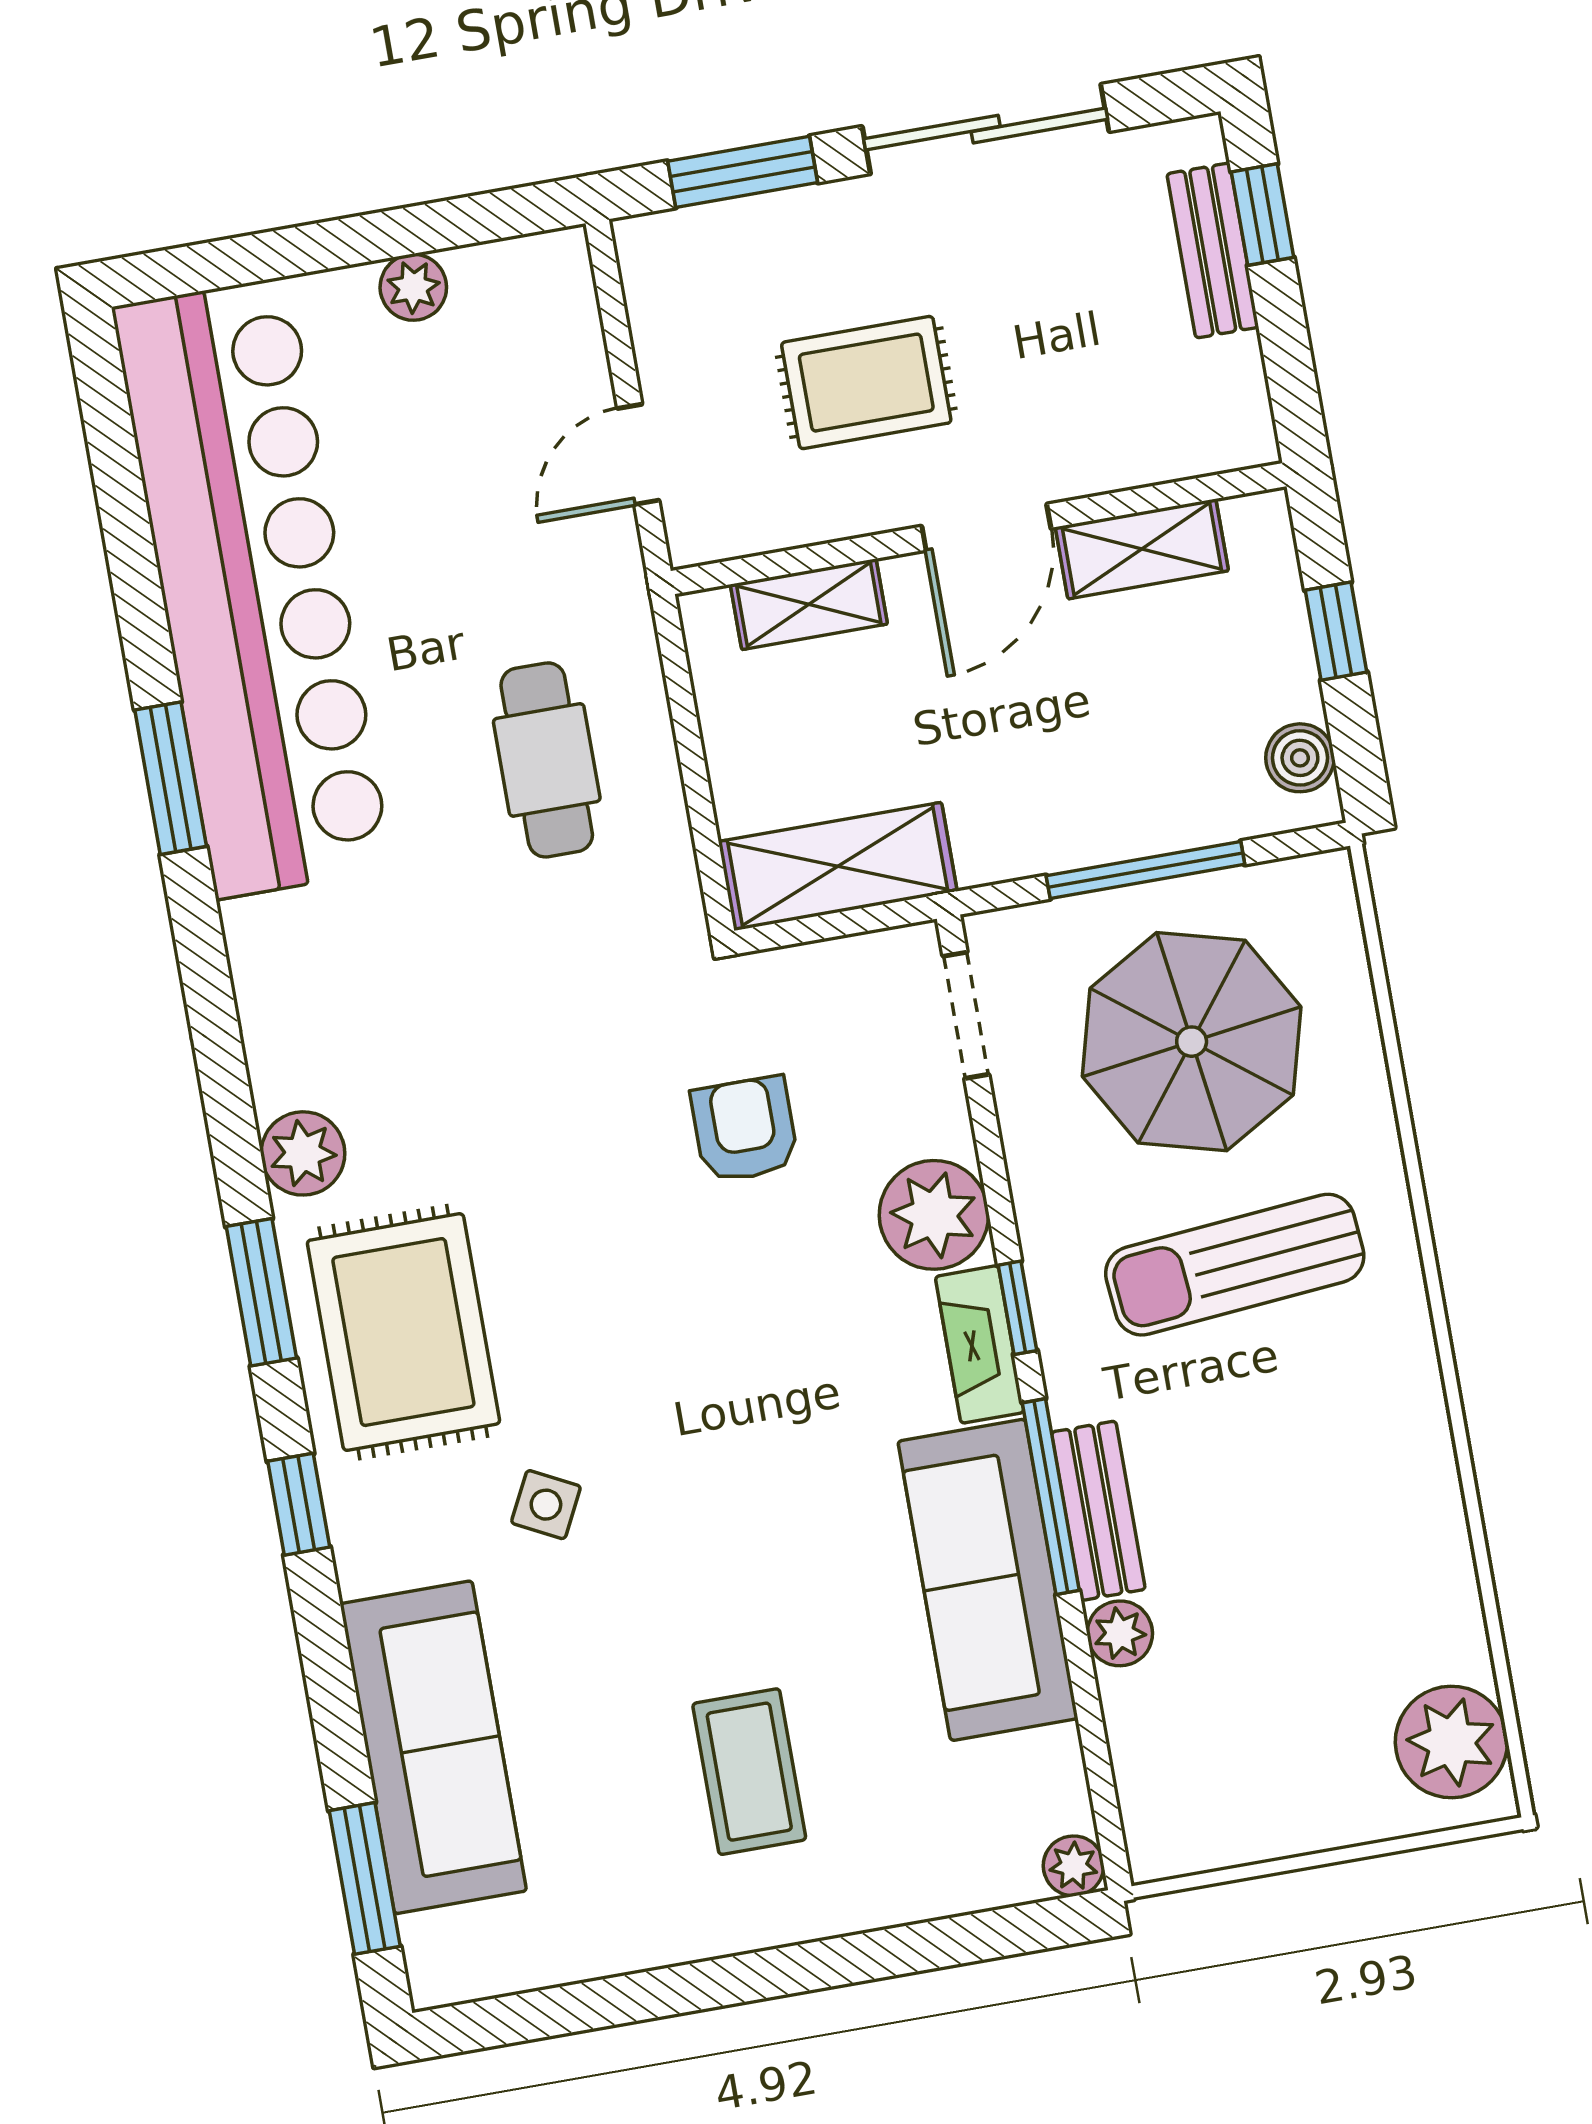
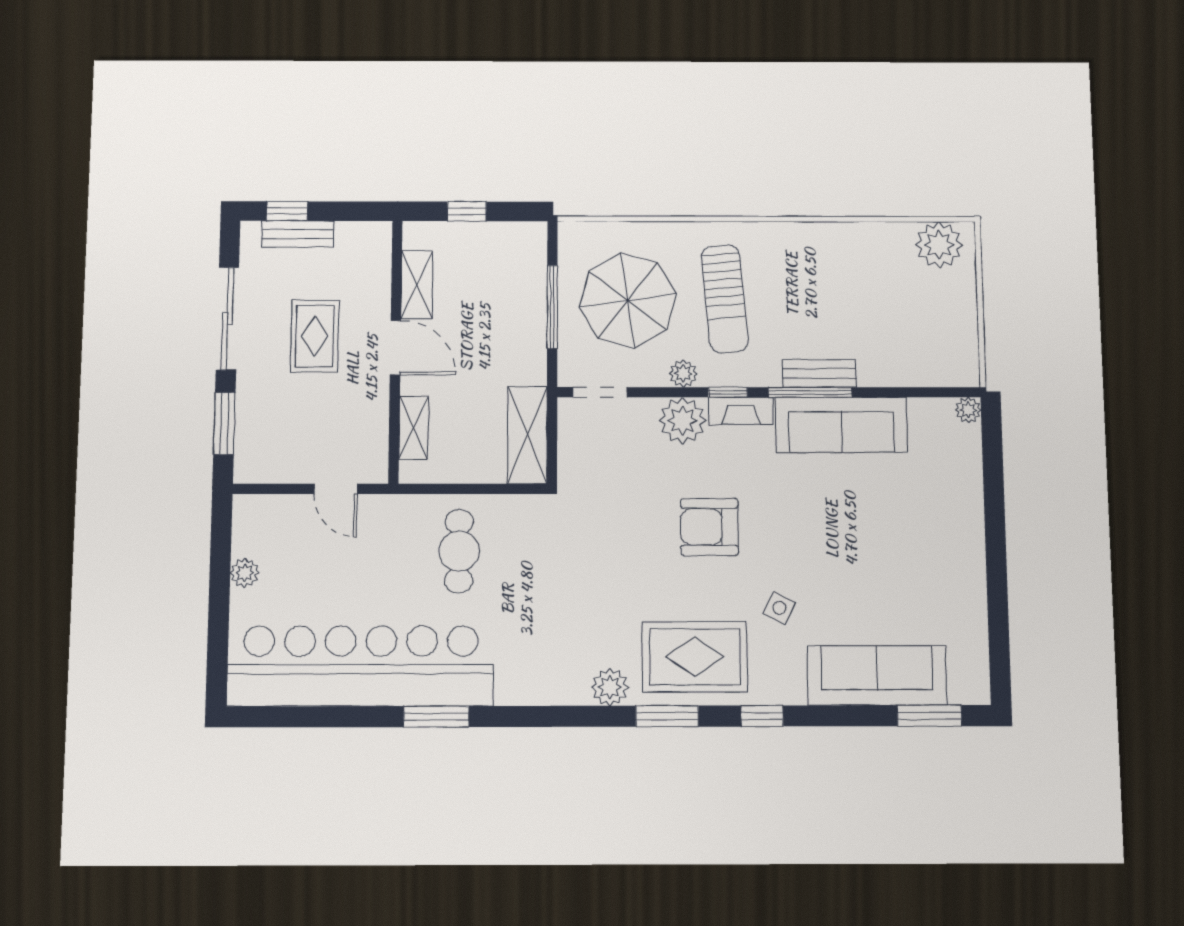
rug: (866, 383) -> (315, 336), moved
boiler: (1300, 758) -> (517, 235), removed
cafe table: (547, 760) -> (459, 551), turned 90
armchair: (745, 1129) -> (709, 527), moved, width x1.38, depth x1.38
plant: (1120, 1633) -> (683, 373), moved
coffee table: (749, 1772) -> (908, 540), removed

